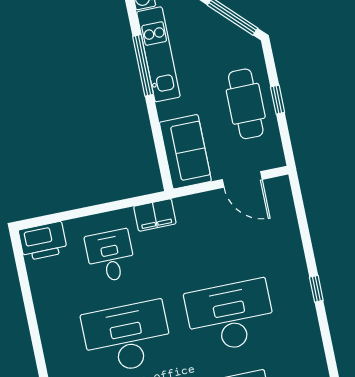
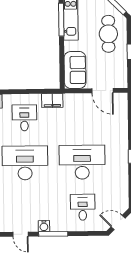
cafe table: (246, 104) -> (108, 34), moved

